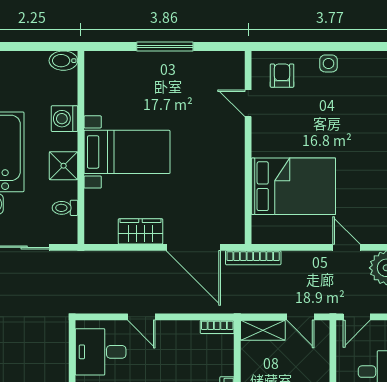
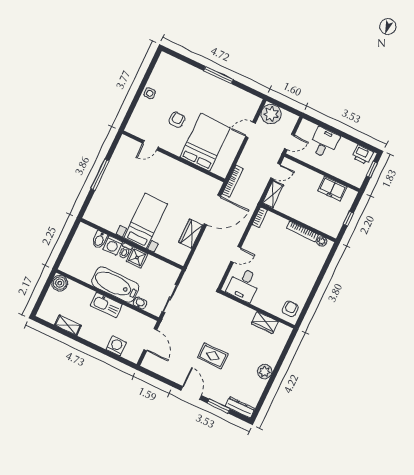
bidet: (63, 61) -> (100, 240), moved
armchair: (282, 76) -> (177, 120), moved, turned 90
toilet: (65, 208) -> (125, 251), moved
door: (357, 317) -> (289, 142), hinge flipped

